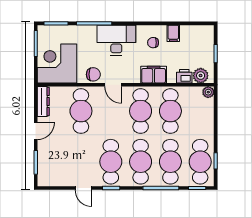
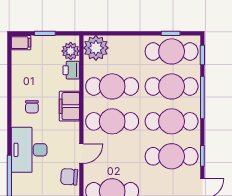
filing cabinet: (173, 33) -> (21, 43), moved
chair: (93, 74) -> (69, 177), turned -86
plant: (208, 92) -> (96, 48), width x1.87, depth x1.87

